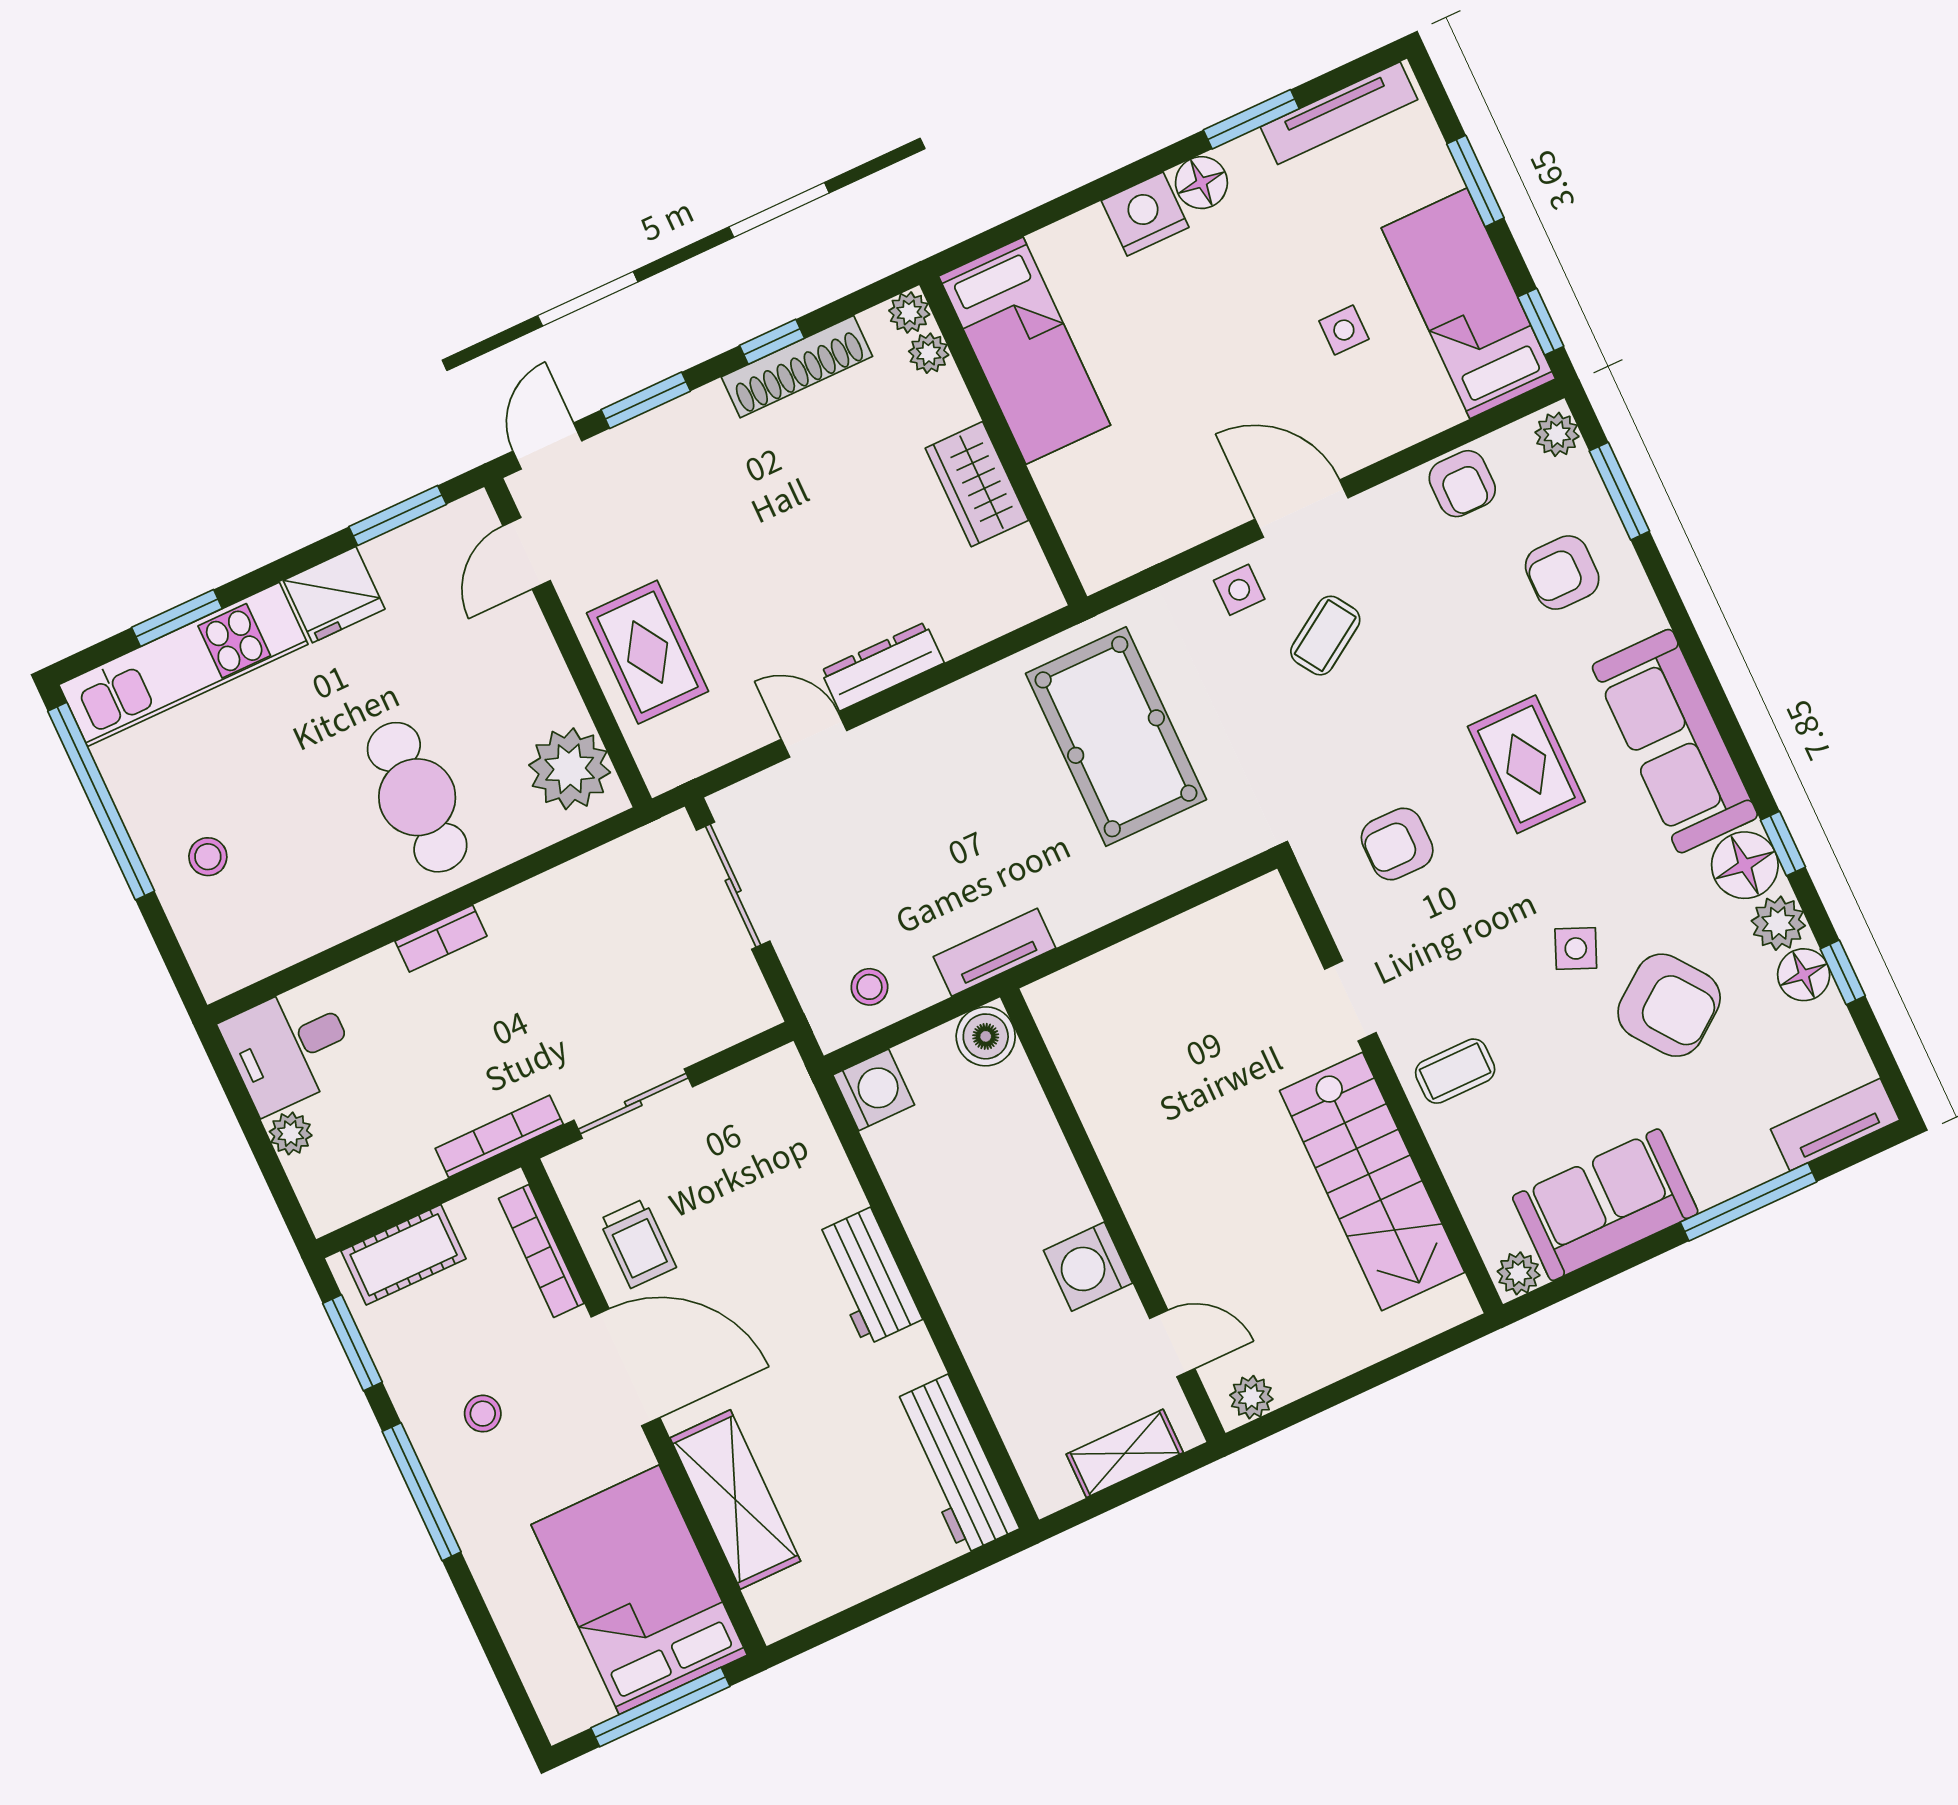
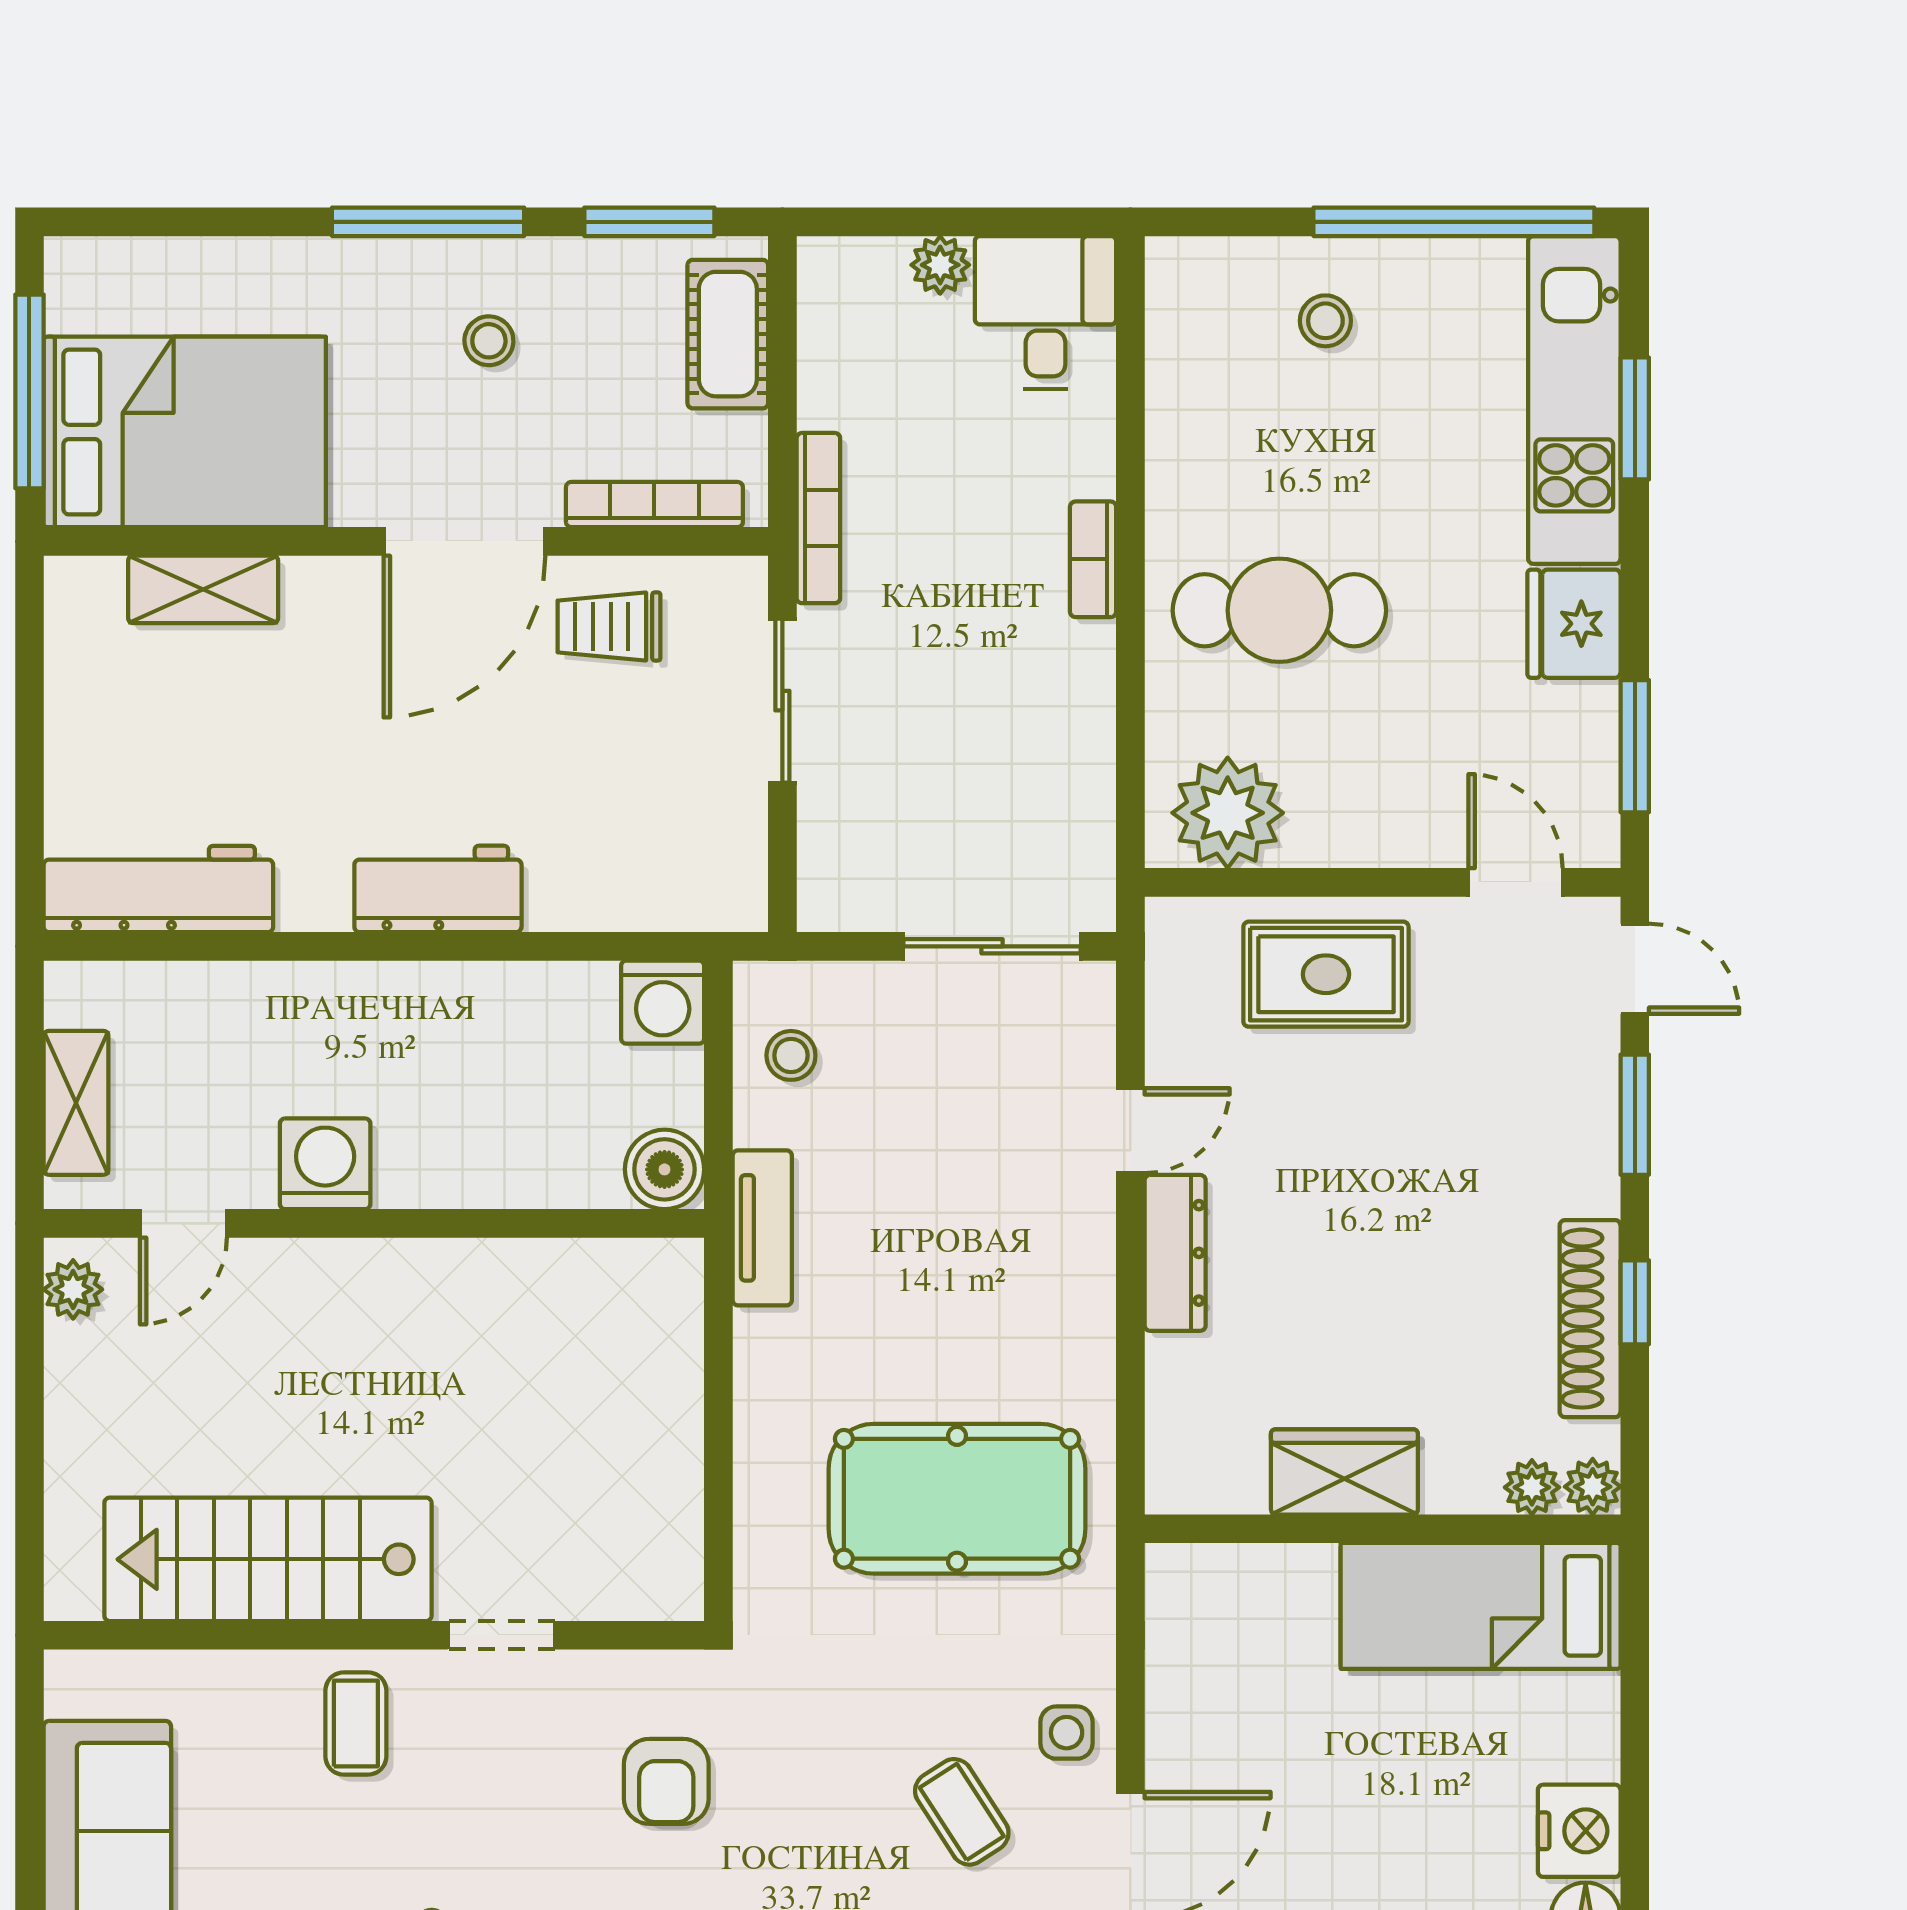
armchair: (1397, 844) -> (666, 1781), turned 180
plant: (1519, 1273) -> (73, 1686), removed
shelving: (735, 1499) -> (203, 589), width x0.67, depth x0.75

